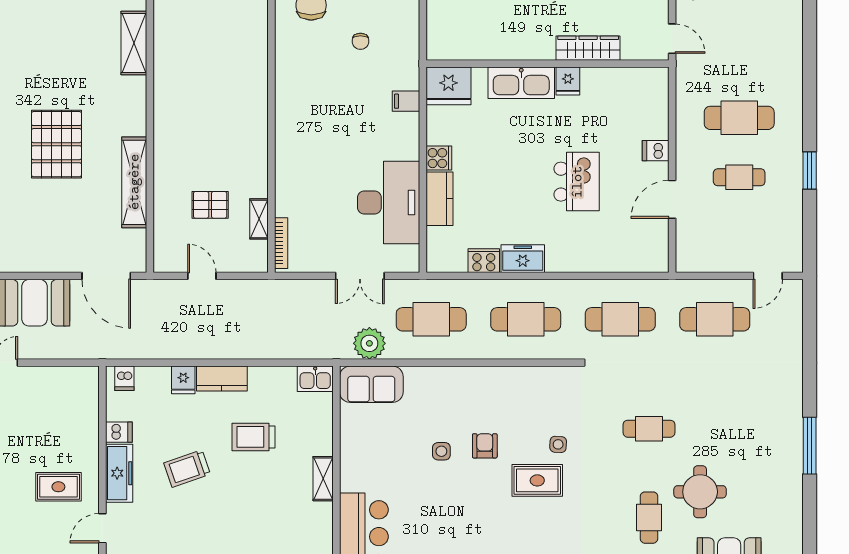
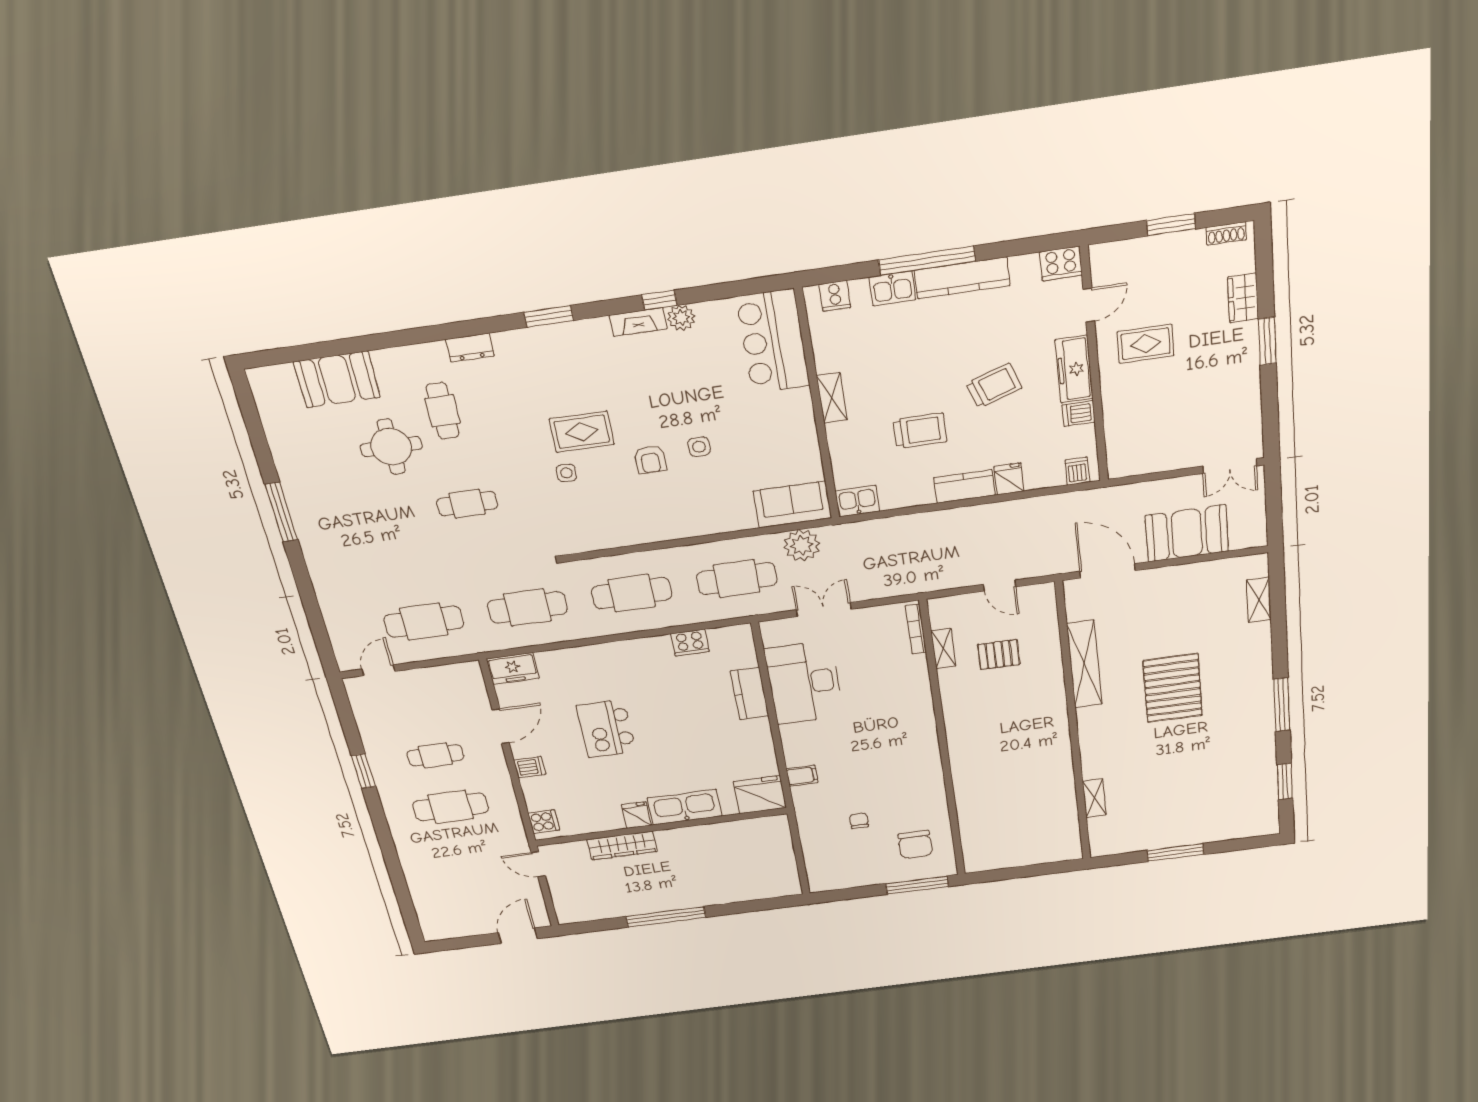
shelving: (134, 43) -> (1094, 798), width x0.67, depth x0.75
cooker: (439, 158) -> (544, 822), moved, turned 180
freezer: (523, 259) -> (513, 669), moved

